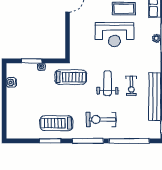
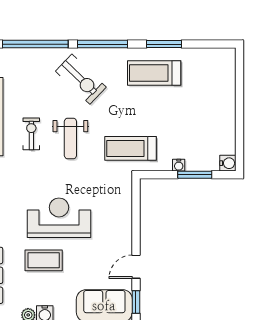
water cooler: (11, 82) -> (228, 163), moved
exercise bike: (101, 119) -> (81, 79), turned 44
treadmill: (56, 123) -> (154, 73), turned 180

